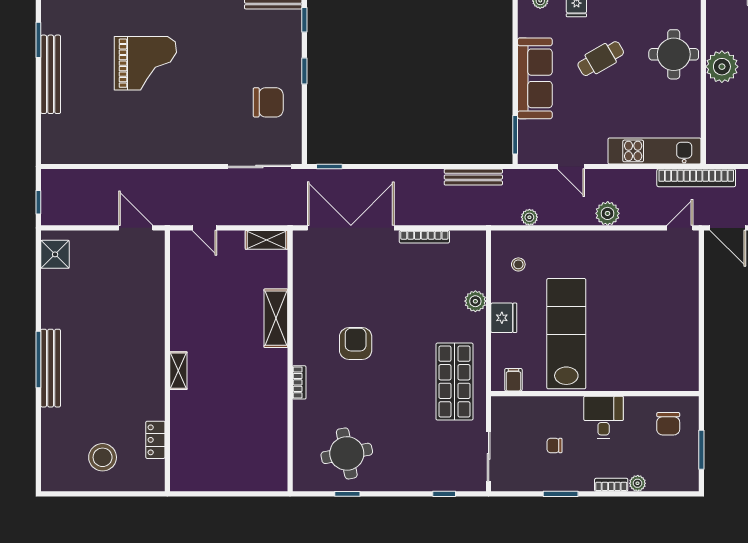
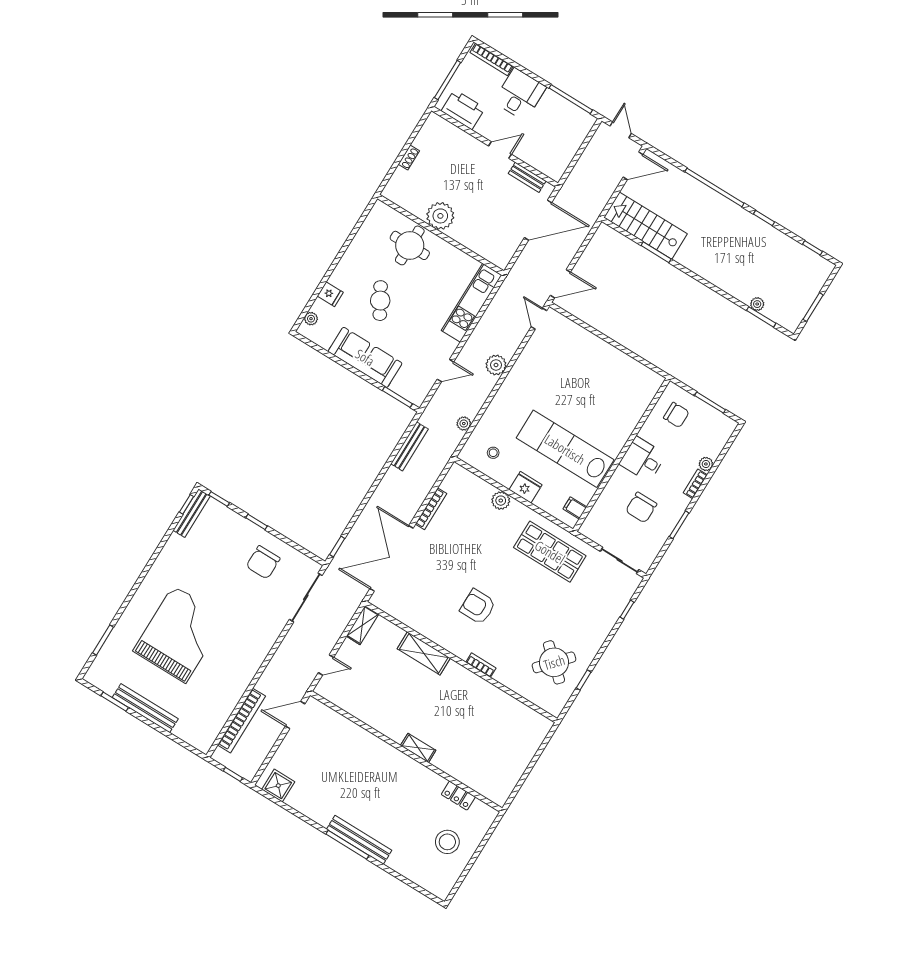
grand piano: (145, 63) -> (180, 634), width x1.37, depth x1.48
chair: (268, 102) -> (263, 562), turned 180
bookcase: (696, 178) -> (242, 721), moved
chair: (555, 445) -> (641, 508), width x1.87, depth x1.87
round table: (347, 453) -> (554, 662), turned -37

